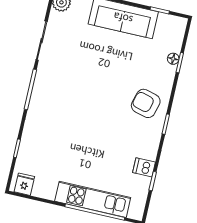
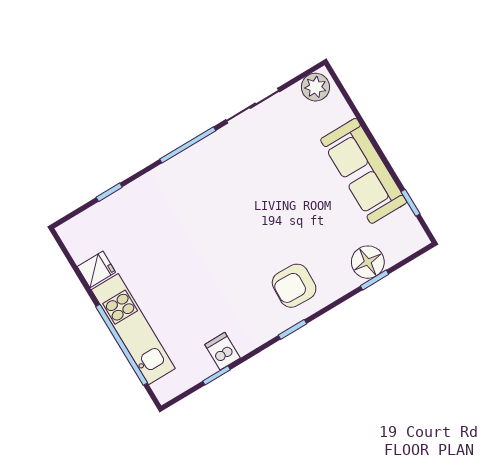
floor lamp: (173, 59) -> (368, 262), width x1.89, depth x1.89
armchair: (146, 103) -> (294, 286), turned -103
fridge: (24, 184) -> (96, 269), moved

